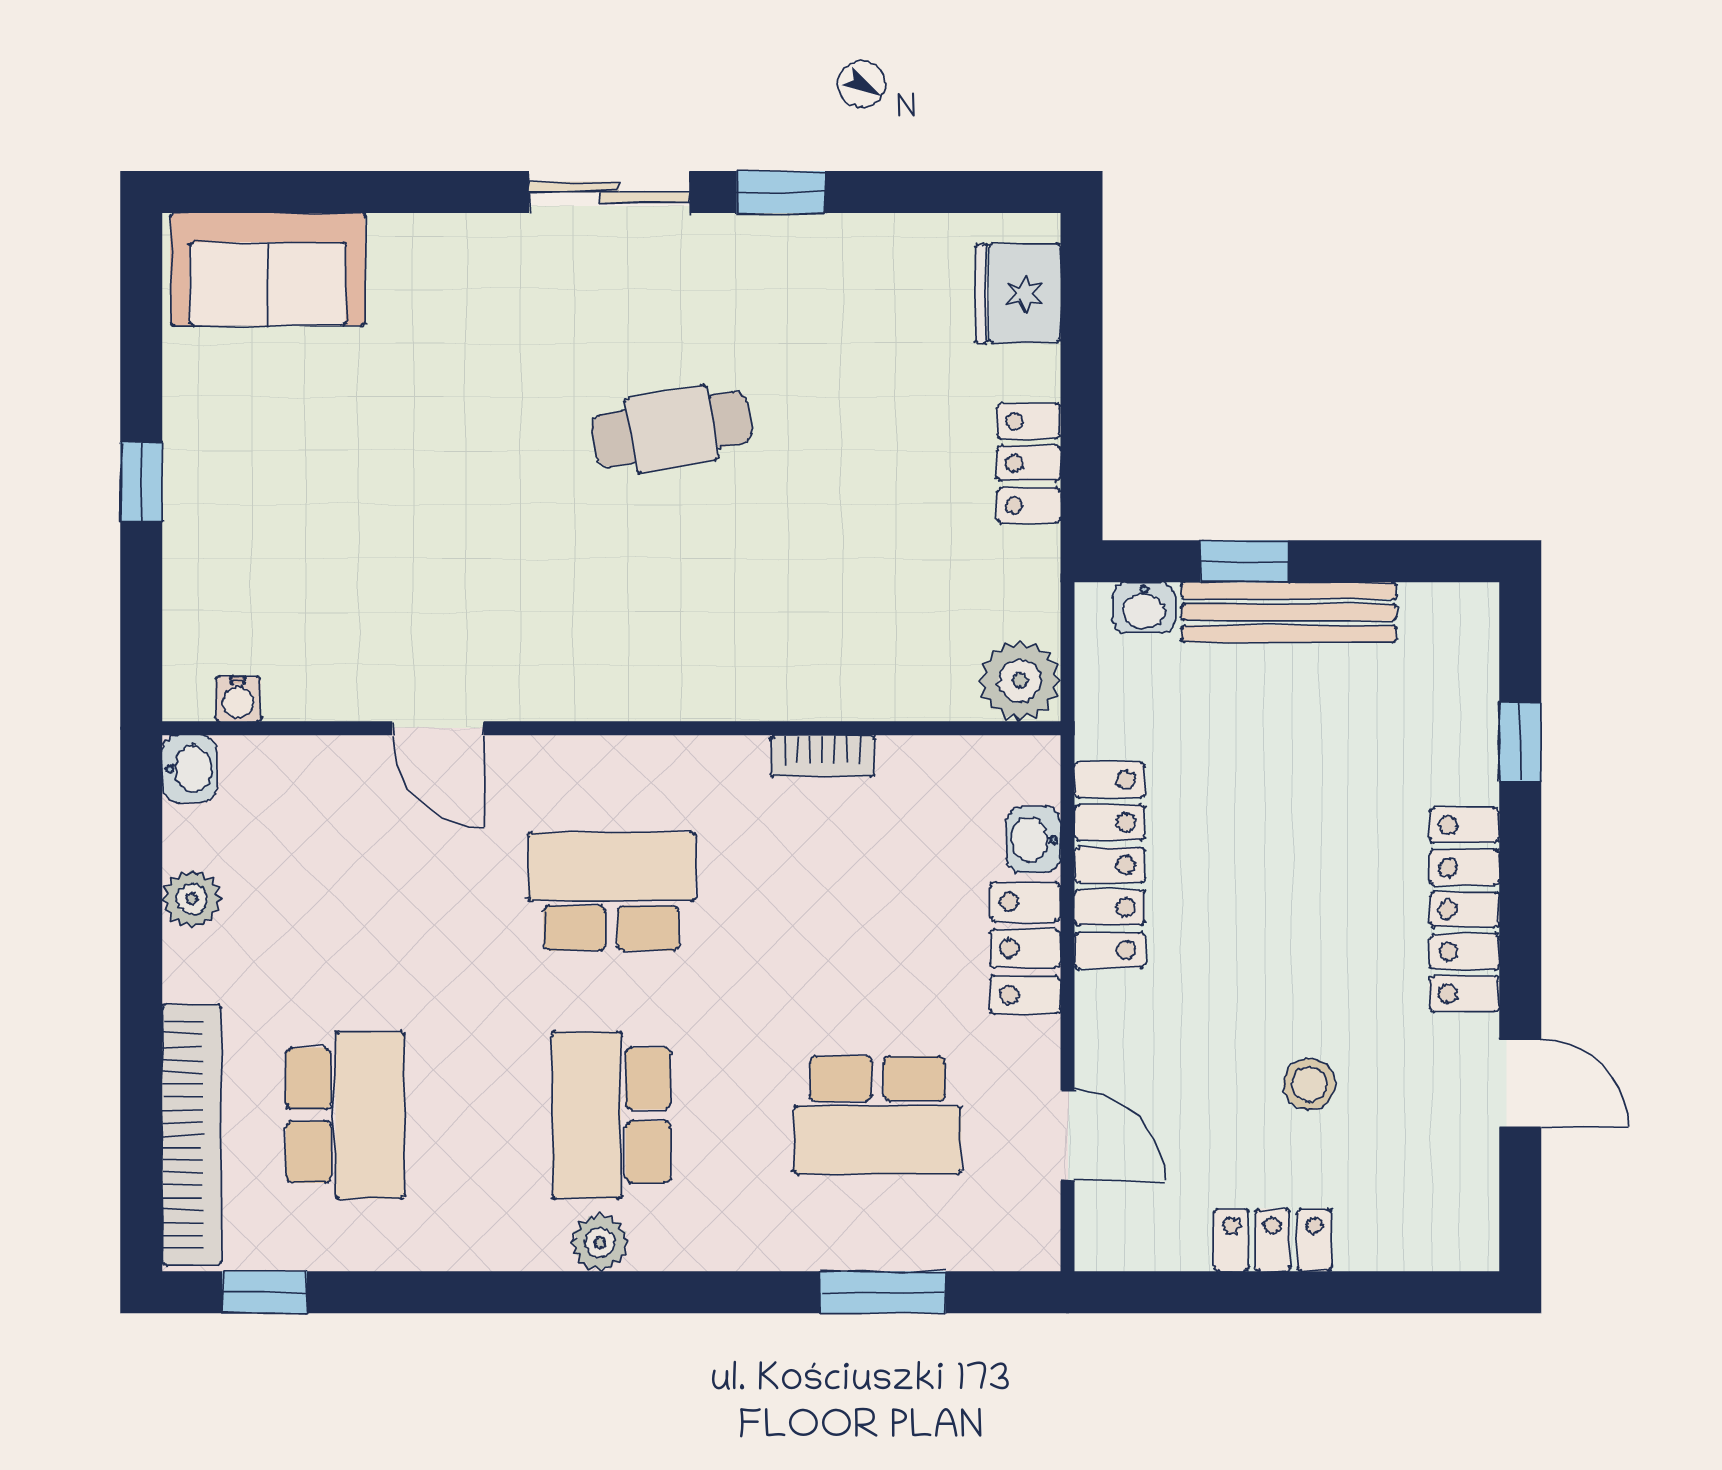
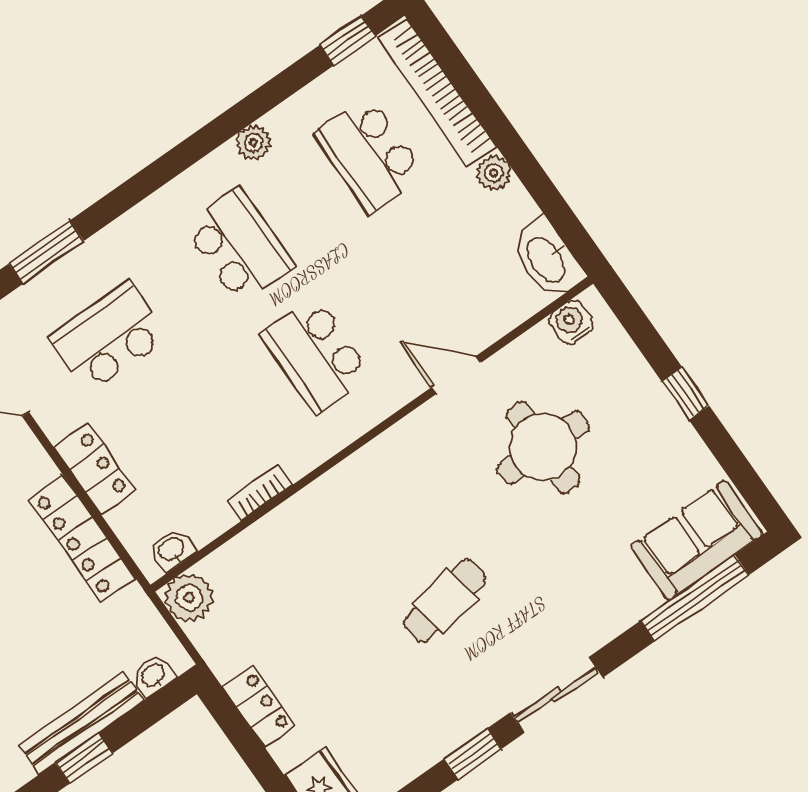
window: (326, 192) -> (695, 598), added
round table: (389, 545) -> (543, 447), added
window: (1244, 561) -> (84, 758), moved
water cooler: (238, 699) -> (571, 322), width x1.38, depth x1.38
washbasin: (189, 769) -> (547, 259), width x1.91, depth x1.45
washbasin: (1034, 840) -> (172, 550), moved, turned -90
school desk: (611, 891) -> (316, 355), turned 90
plant: (192, 899) -> (494, 173), moved
plant: (600, 1243) -> (254, 143), moved

